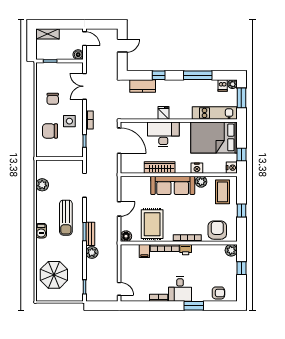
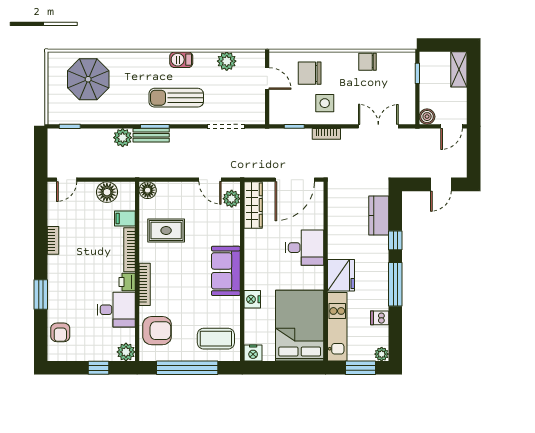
door: (122, 46) -> (441, 184), hinge flipped
window: (198, 75) -> (395, 284), moved
dishwasher: (223, 85) -> (380, 318), moved
chair: (53, 99) -> (368, 62), moved
fridge: (163, 113) -> (341, 275), moved, width x1.88, depth x1.34
chair: (50, 131) -> (310, 73), turned -90
desk: (163, 134) -> (305, 248), width x0.73
window: (241, 154) -> (273, 368), removed
door: (53, 158) -> (267, 79), added
wardrobe: (160, 168) -> (253, 205), moved
plant: (201, 182) -> (232, 199), moved
sofa: (173, 185) -> (226, 271), width x0.73
door: (119, 209) -> (210, 180), moved
window: (241, 211) -> (187, 368), width x3.17
rug: (152, 224) -> (166, 230), width x0.73, depth x0.70
barbecue: (41, 231) -> (181, 60), moved
floor lamp: (127, 263) -> (107, 192), added
desk: (180, 289) -> (116, 310), moved, turned 180

